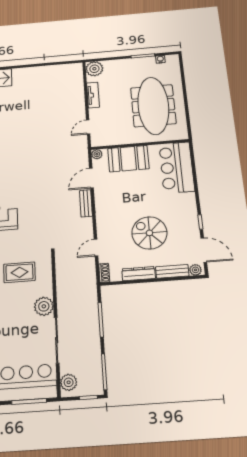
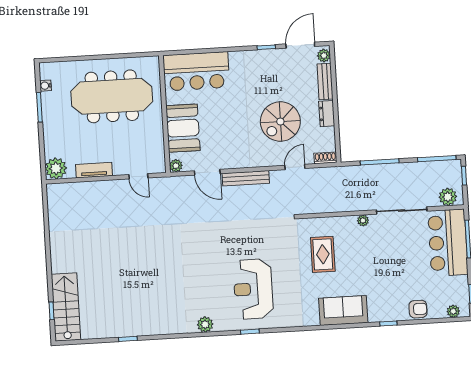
bench: (86, 203) -> (246, 178), width x1.36
spiral stairs: (149, 233) -> (280, 122), moved
door: (96, 248) -> (295, 167), swing flipped
dresser: (139, 274) -> (327, 114), width x0.70
plant: (44, 306) -> (363, 220), width x0.53, depth x0.53

